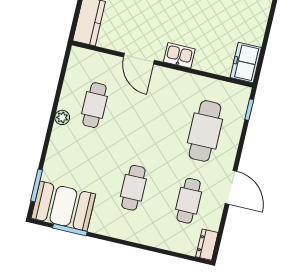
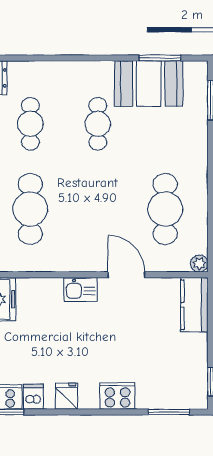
cafe table: (95, 105) -> (165, 209), width x1.37, depth x1.35
plant: (62, 117) -> (199, 263), moved
booth: (63, 206) -> (149, 84), moved

